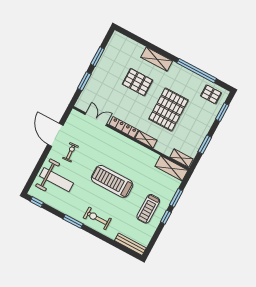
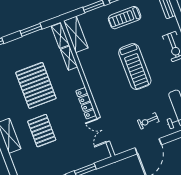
pallet: (168, 109) -> (36, 85), turned 90
shelving: (146, 139) -> (69, 58), moved
treadmill: (148, 209) -> (125, 18), turned 180

